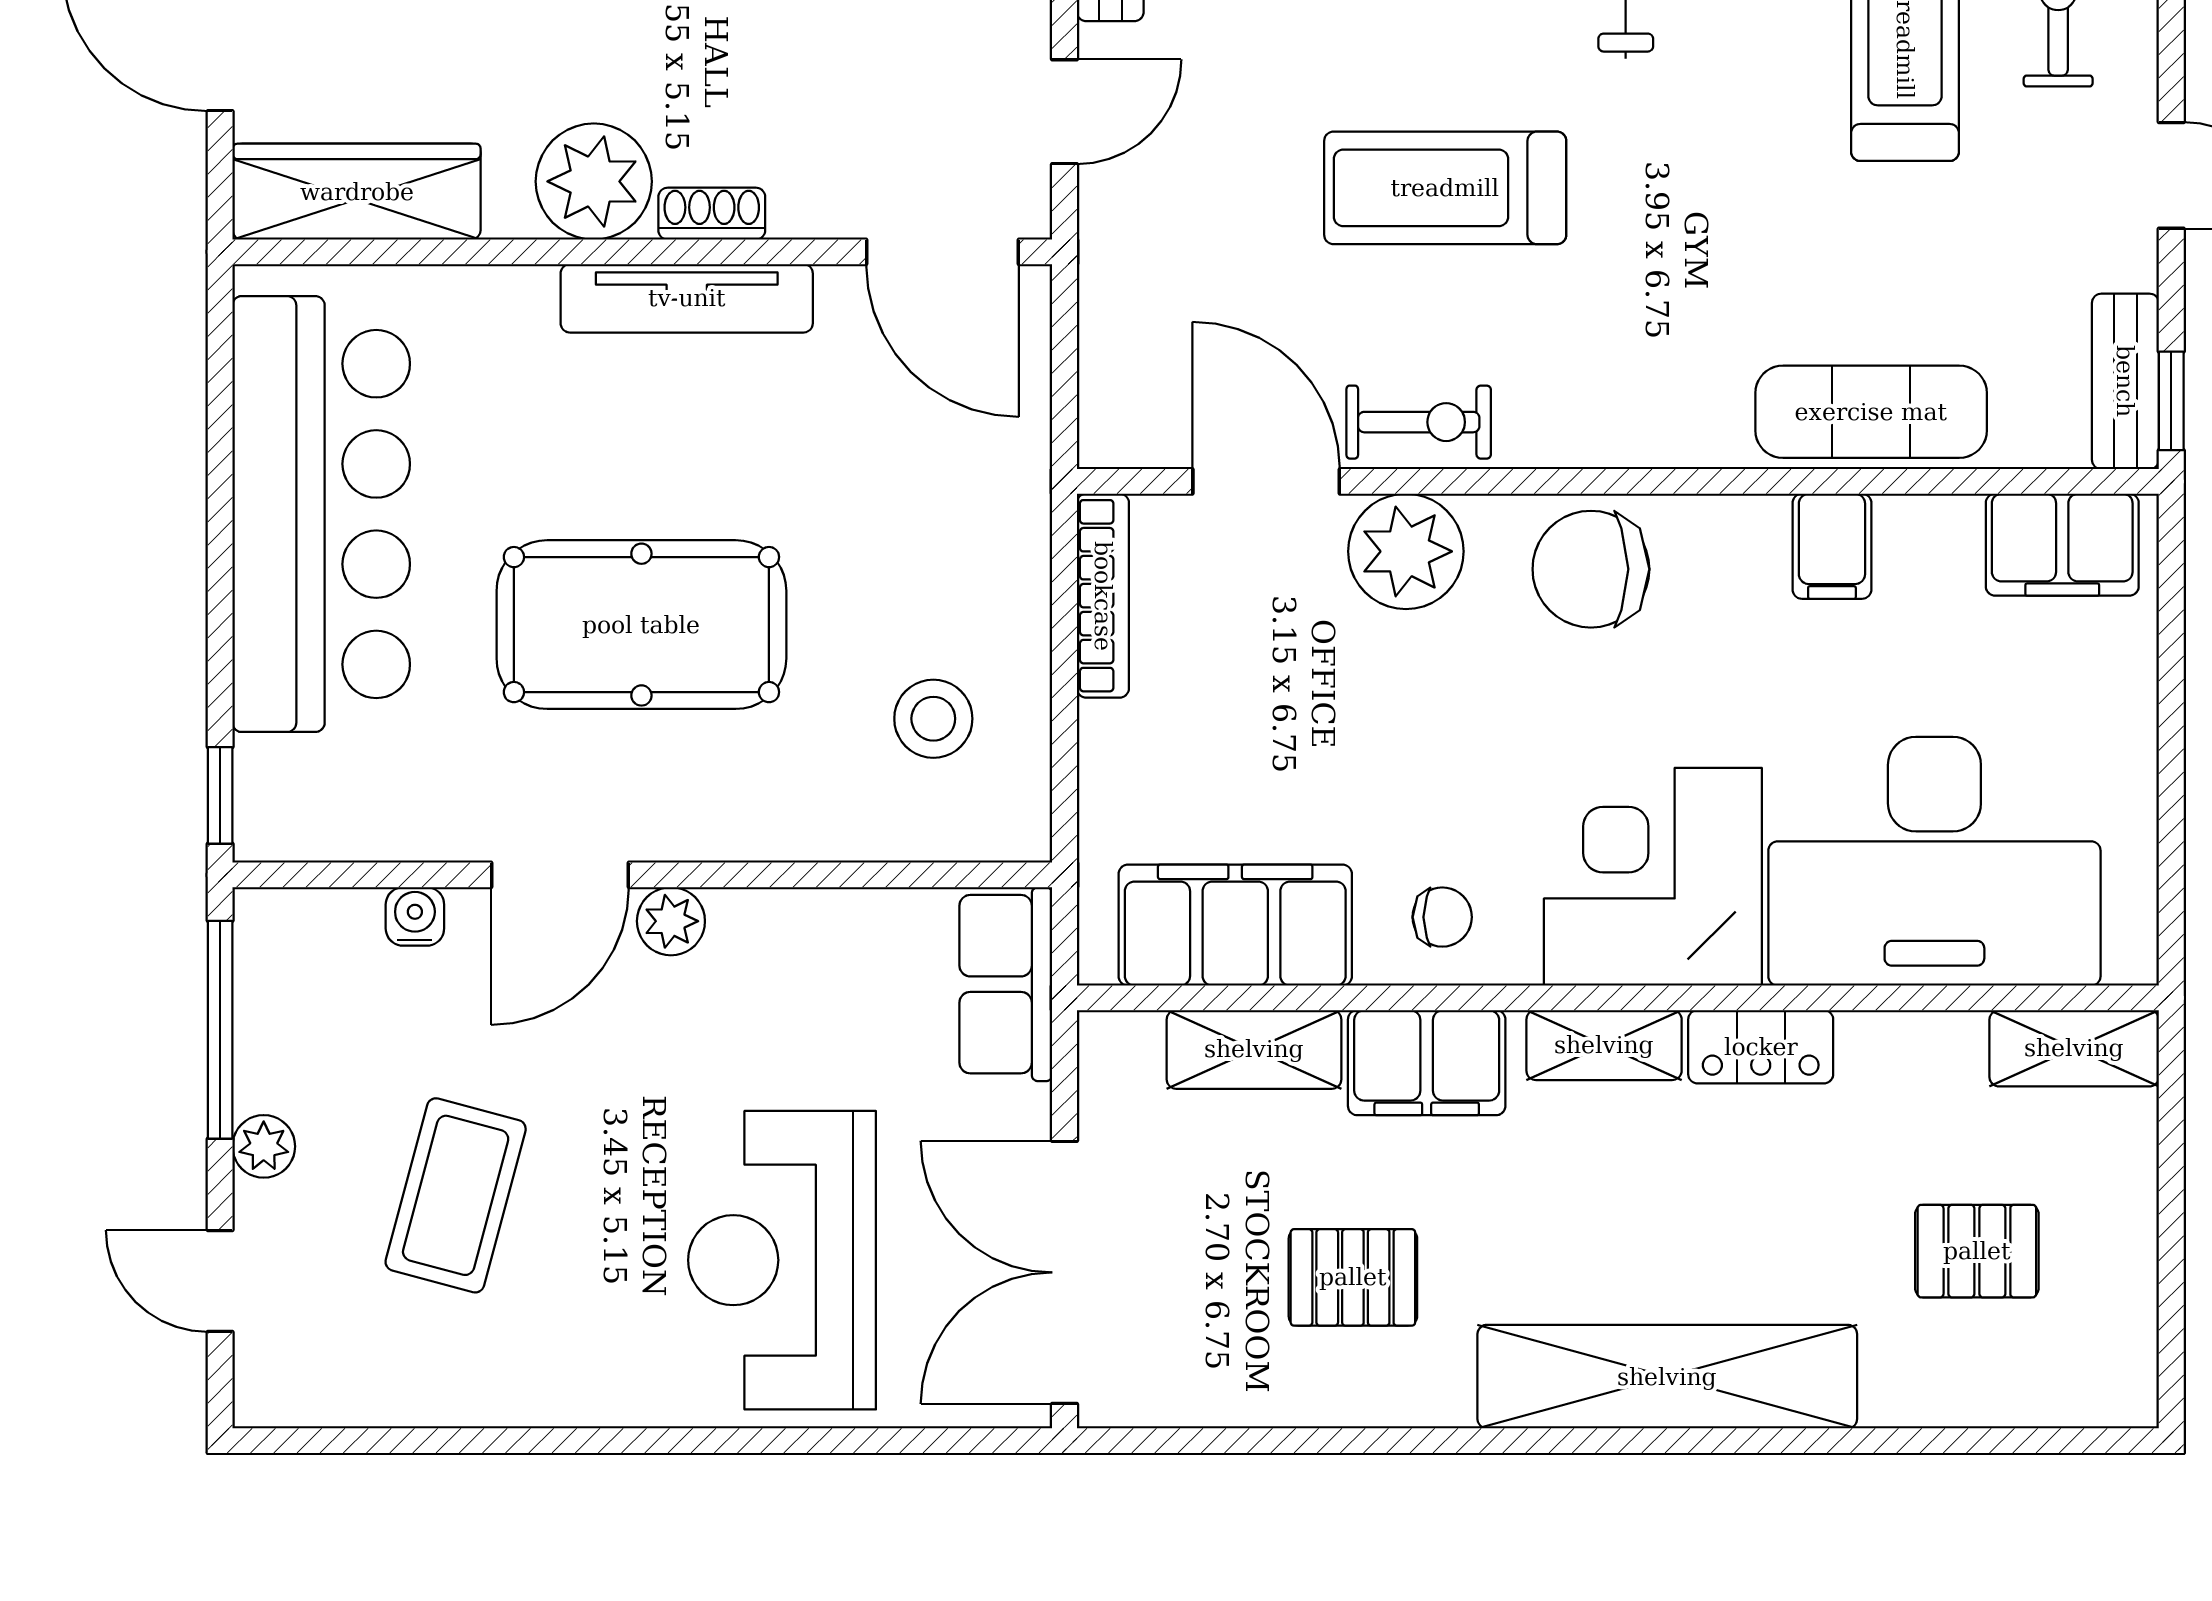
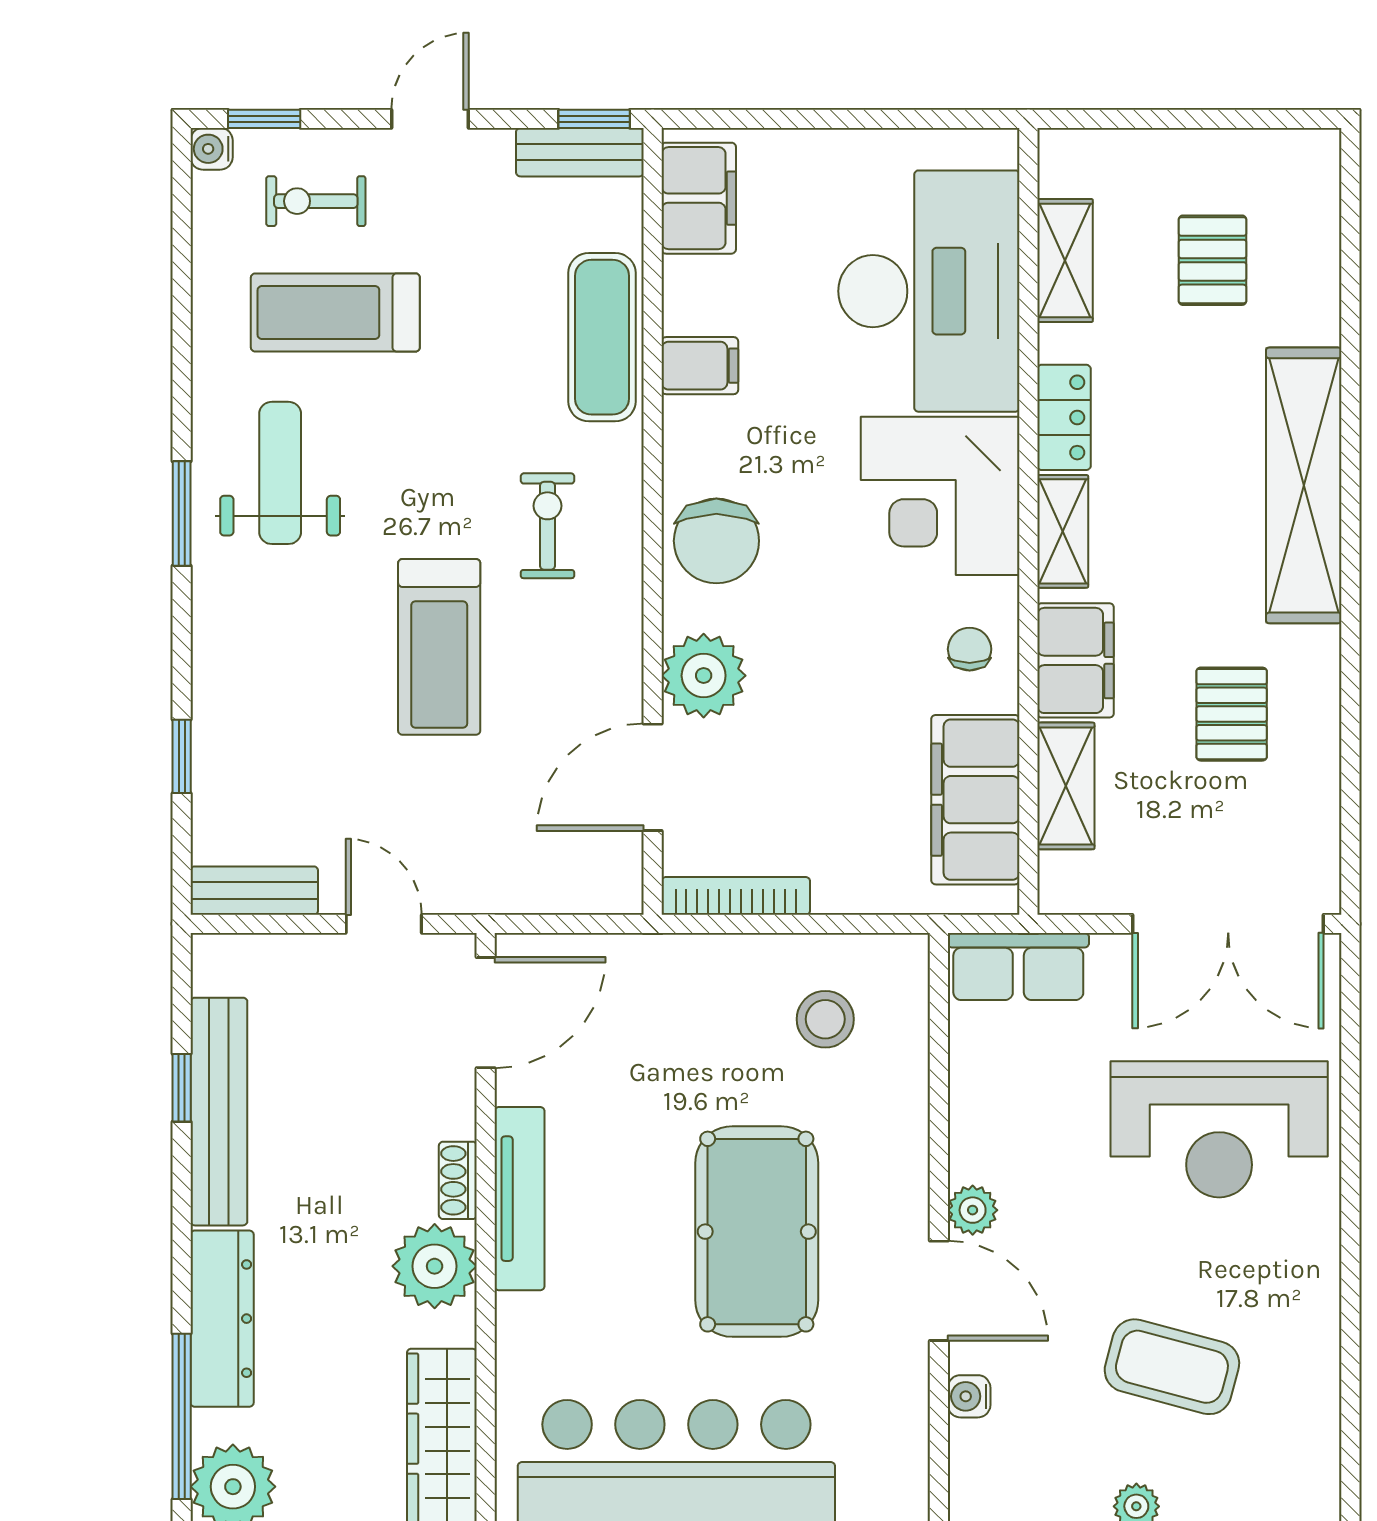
exercise bike: (1419, 422) -> (547, 526), moved
shelving: (2074, 1048) -> (1065, 261), moved

